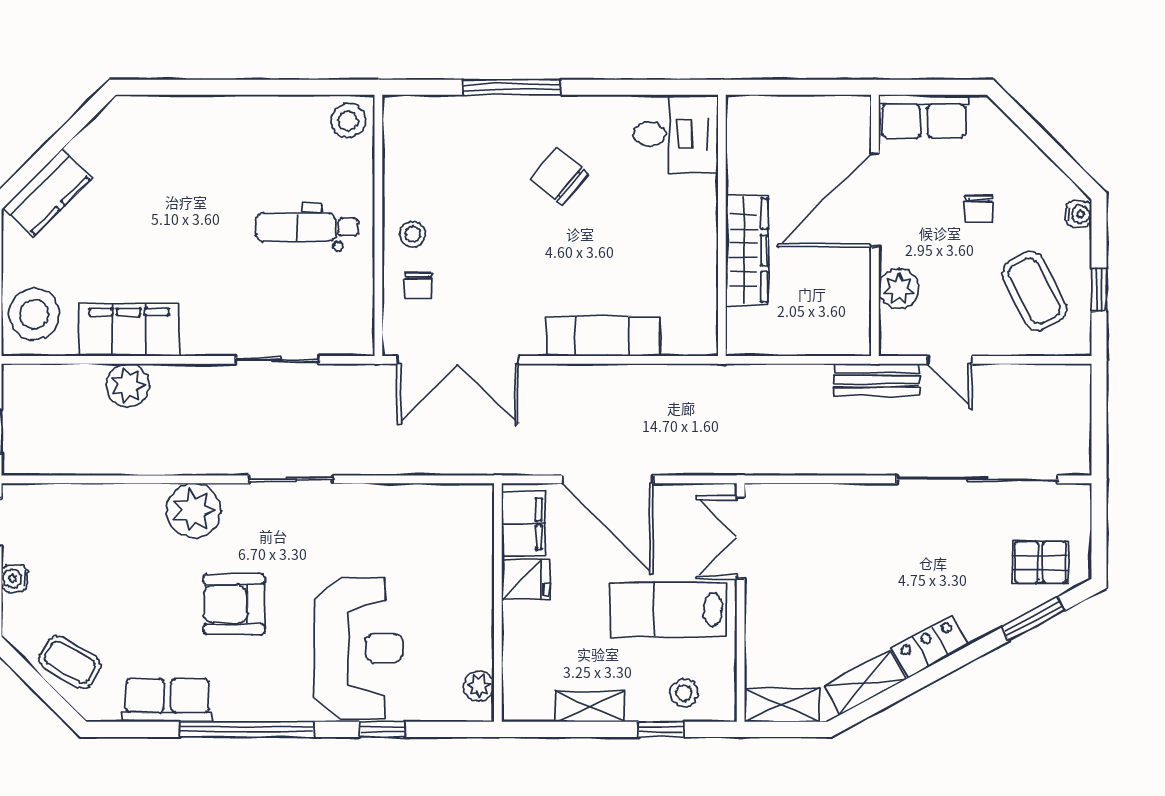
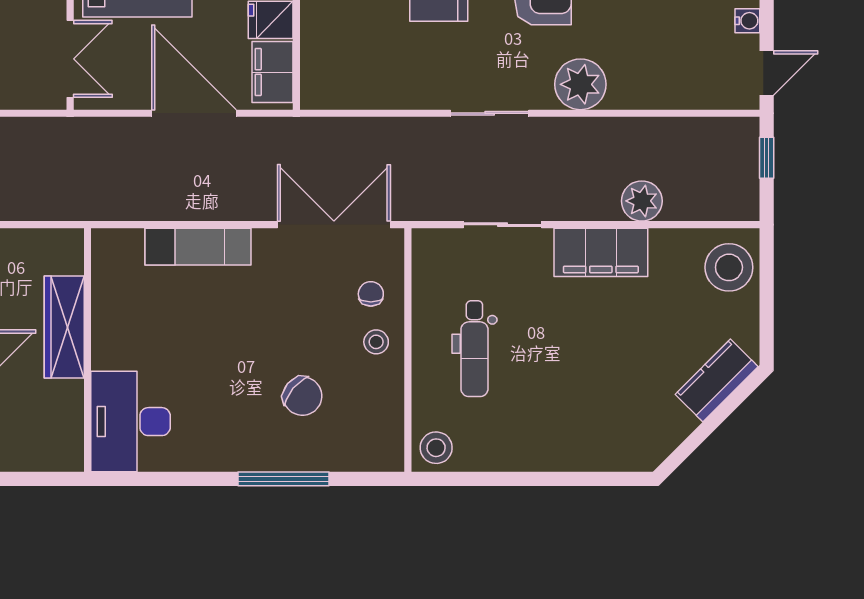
desk: (676, 134) -> (131, 422), width x1.37
chair: (560, 177) -> (302, 396), moved
dental chair: (307, 227) -> (474, 349), turned 90
filing cabinet: (129, 330) -> (601, 252), moved

